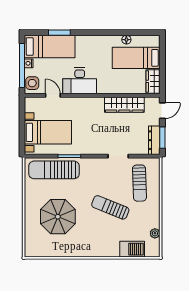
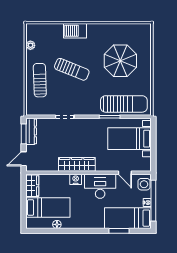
nightstand: (106, 88) -> (76, 179), added
wardrobe: (124, 105) -> (77, 164), moved
sun lounger: (139, 183) -> (40, 80), moved
barbecue: (132, 249) -> (75, 31), moved

